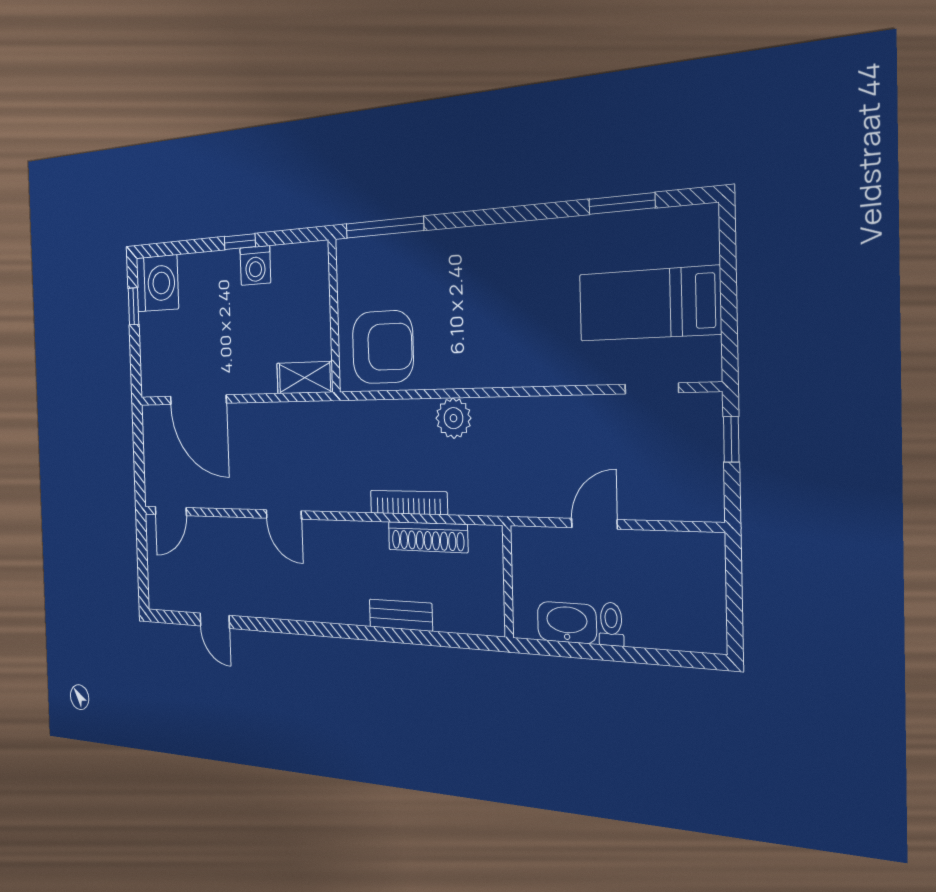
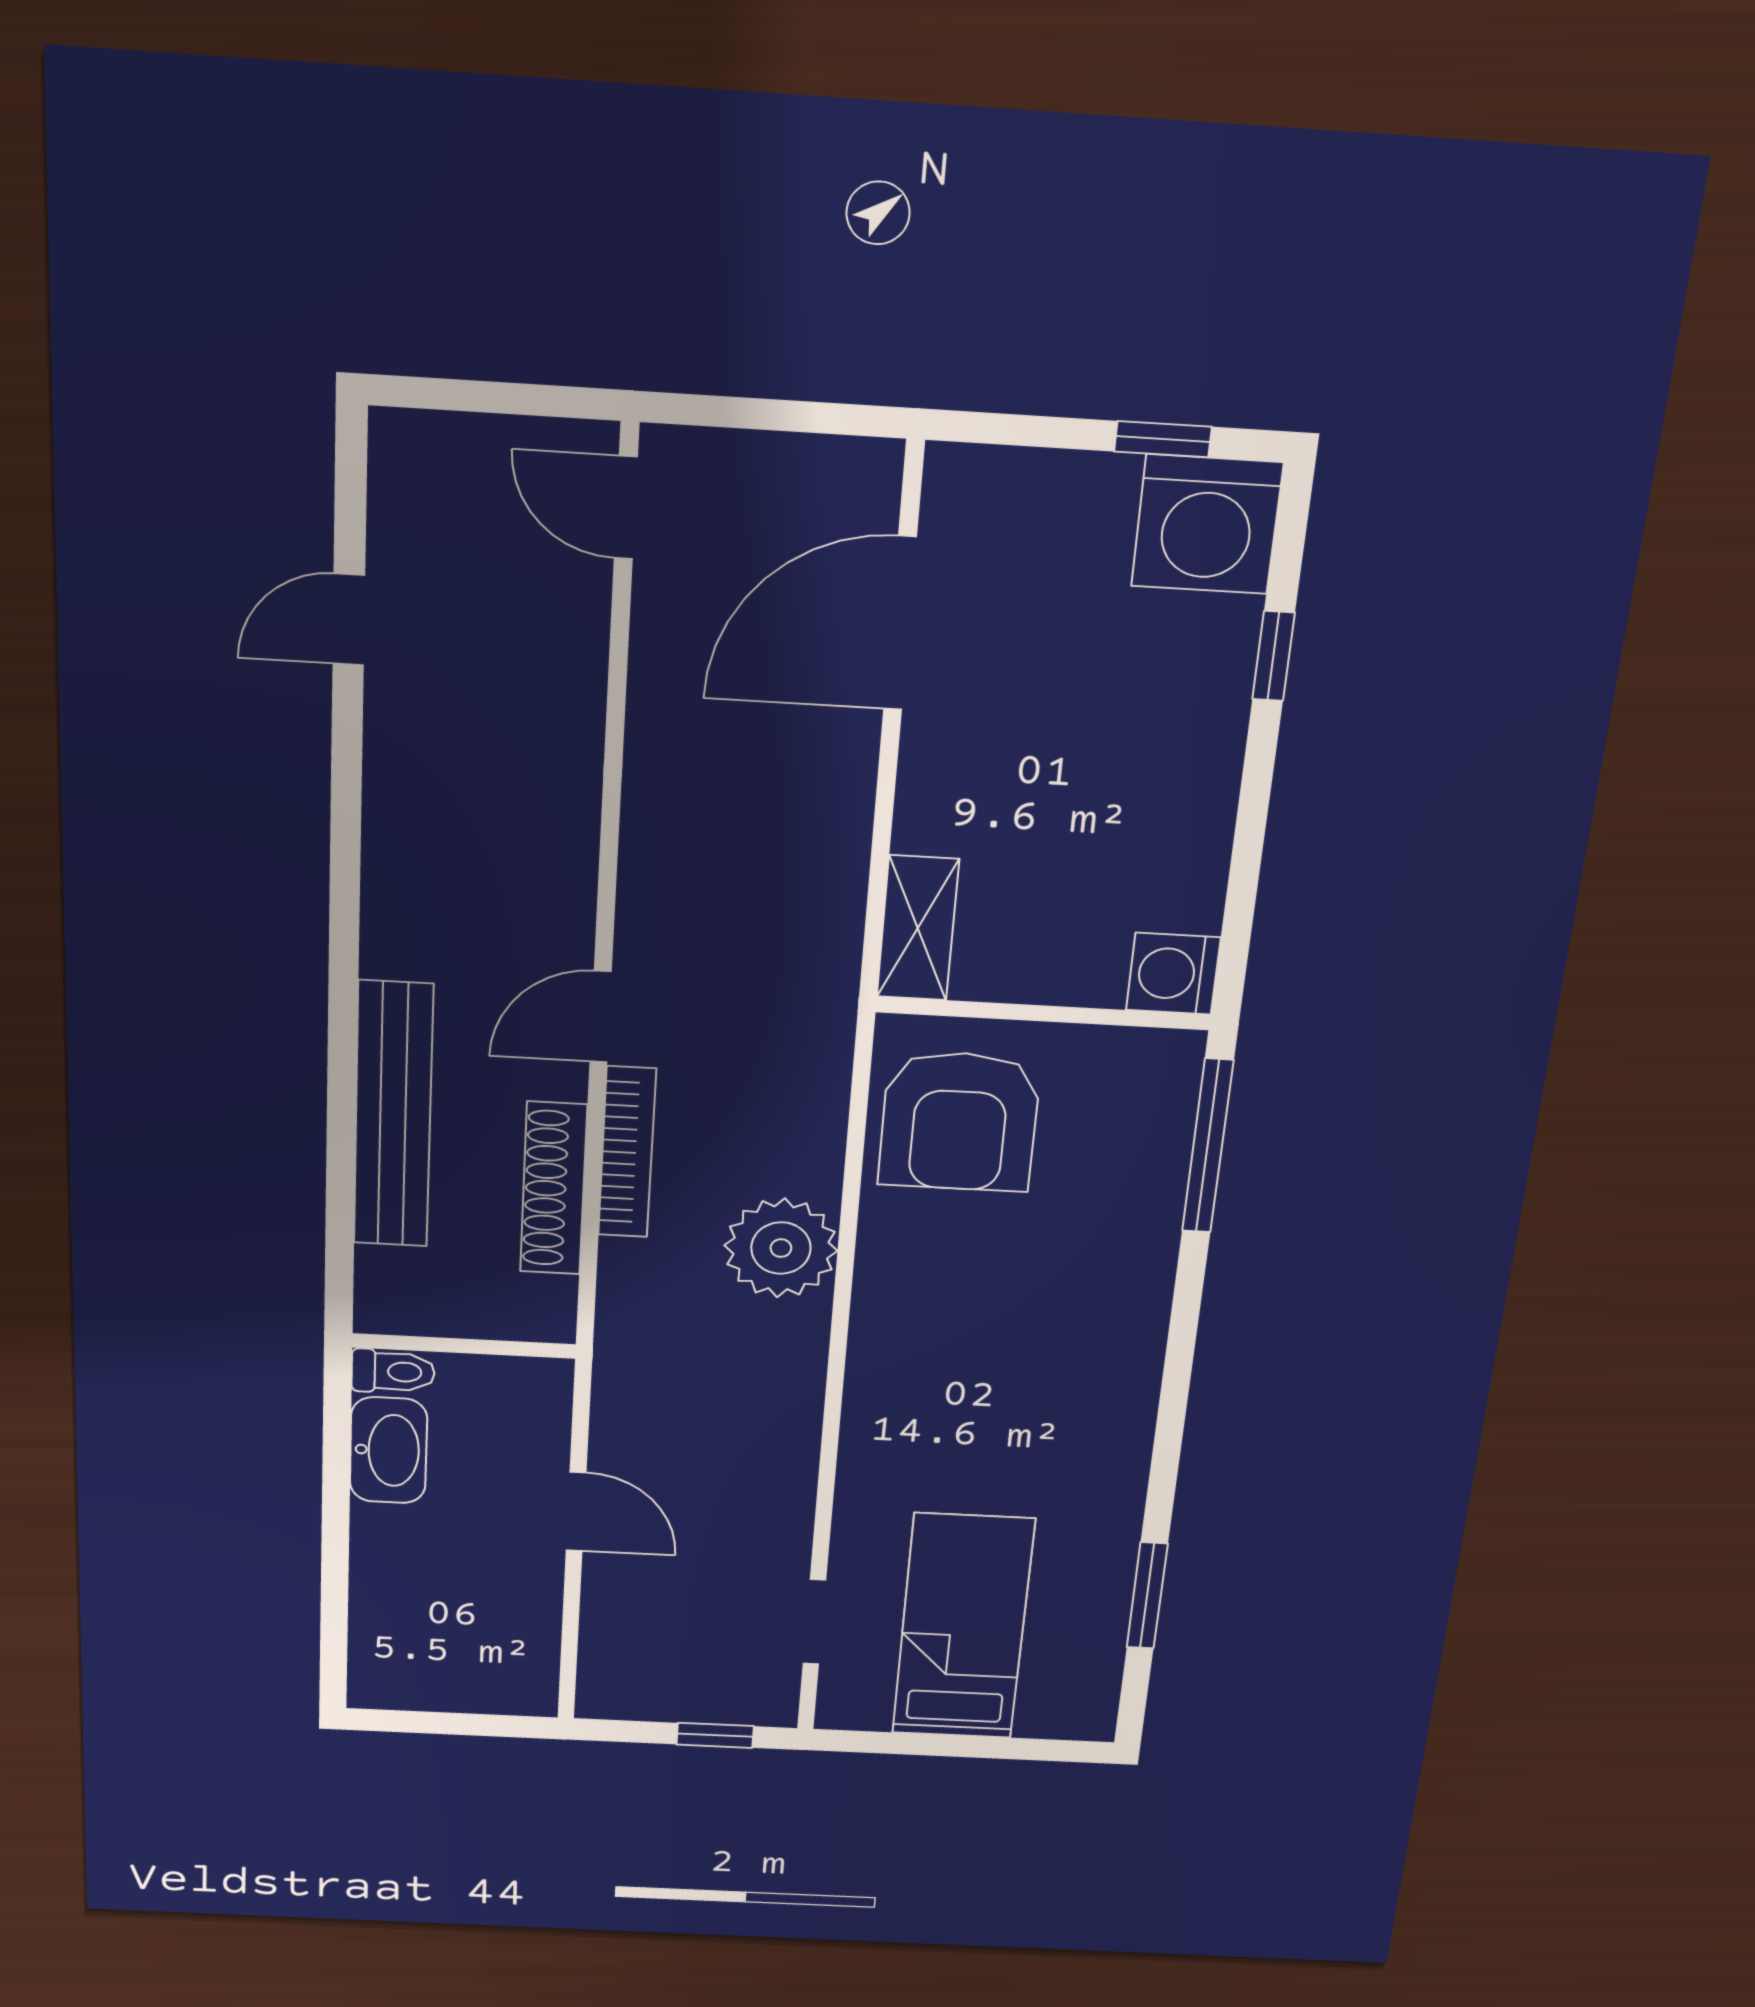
window: (240, 242) -> (1274, 656), moved
washing machine: (255, 265) -> (1173, 974), moved
plant: (453, 418) -> (781, 1248), width x1.36, depth x1.36
door: (284, 514) -> (601, 1017), moved
bench: (401, 615) -> (393, 1115), width x1.86, depth x1.21
toilet: (611, 624) -> (393, 1371), moved

